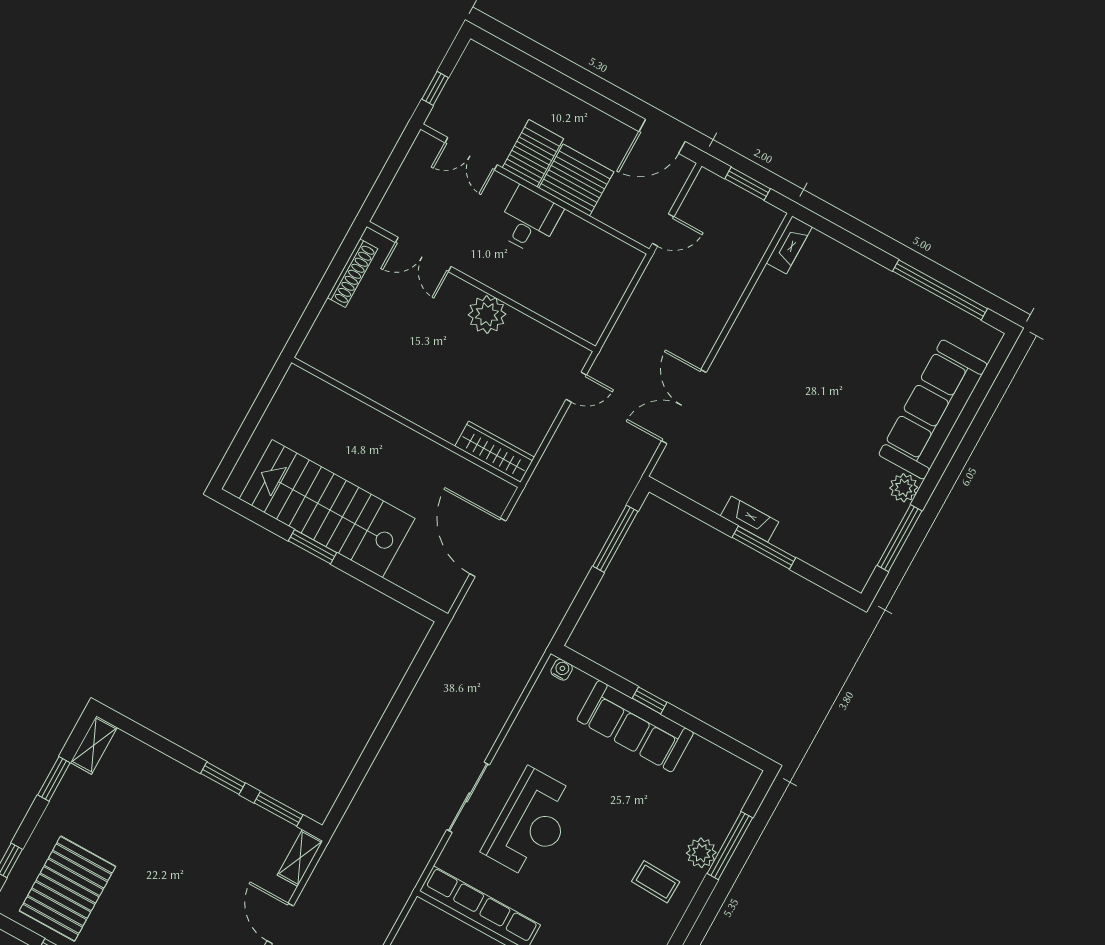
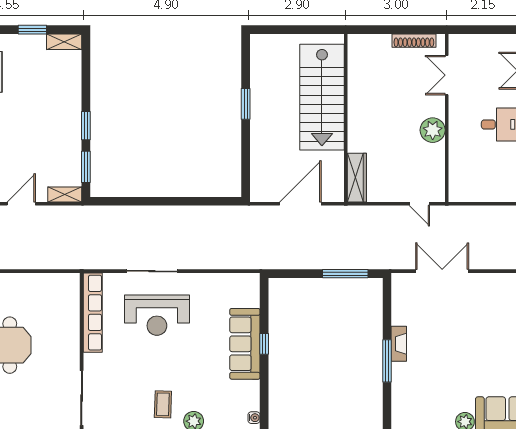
stairs: (327, 509) -> (322, 97), moved, turned 180
water cooler: (562, 670) -> (254, 418), moved

